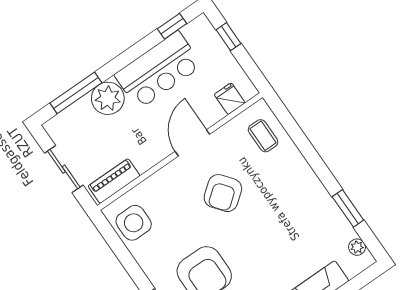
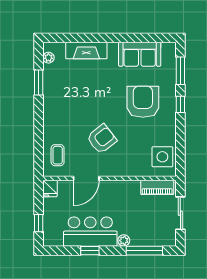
window: (172, 26) -> (90, 251), moved
plant: (108, 98) -> (124, 240), width x0.53, depth x0.53
fridge: (230, 99) -> (50, 188), moved
door: (192, 143) -> (86, 178), moved

